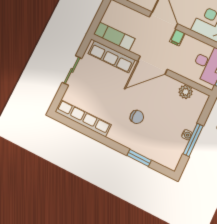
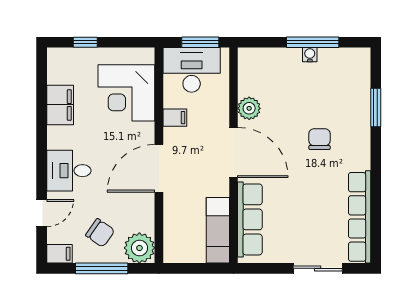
filing cabinet: (177, 37) -> (175, 118), moved
sliding door: (72, 70) -> (318, 268), moved
plant: (186, 92) -> (249, 108), moved

